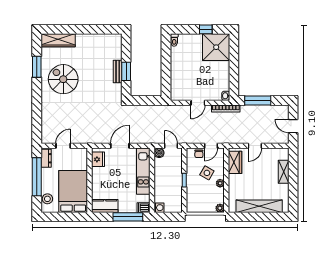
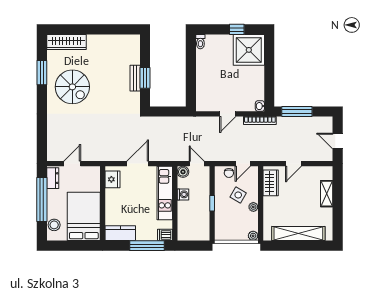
spiral stairs: (63, 79) -> (72, 87), turned 180
washing machine: (159, 208) -> (183, 194), moved

